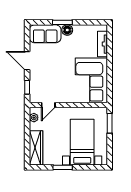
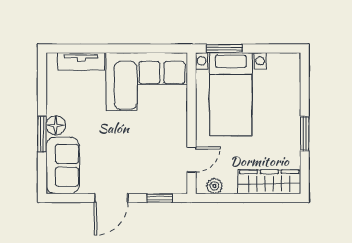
door: (48, 105) -> (192, 160), hinge flipped
bed with nightstands: (82, 142) -> (231, 94), moved, turned -90

